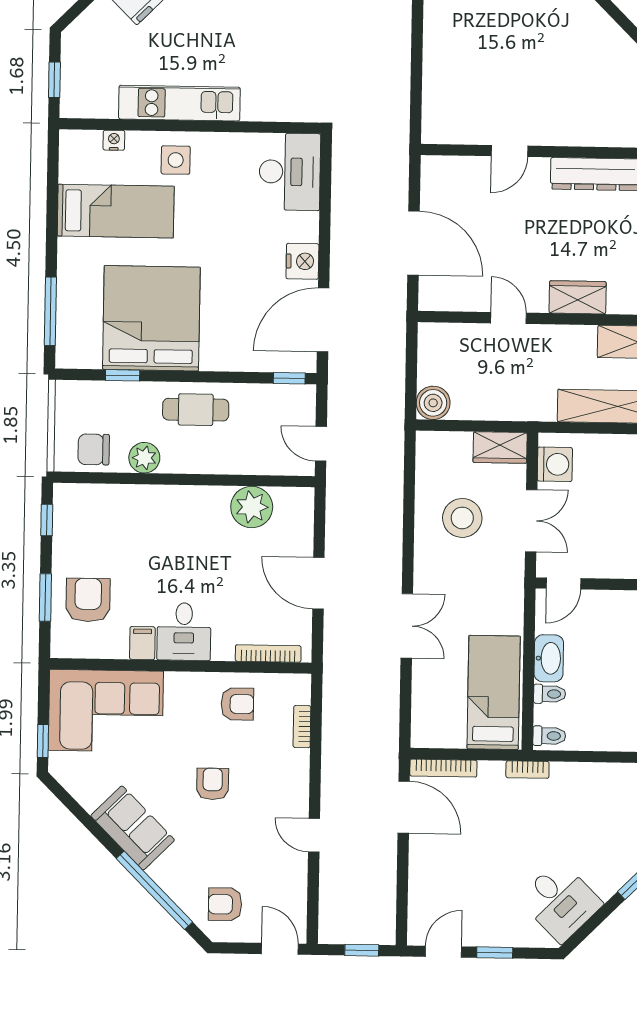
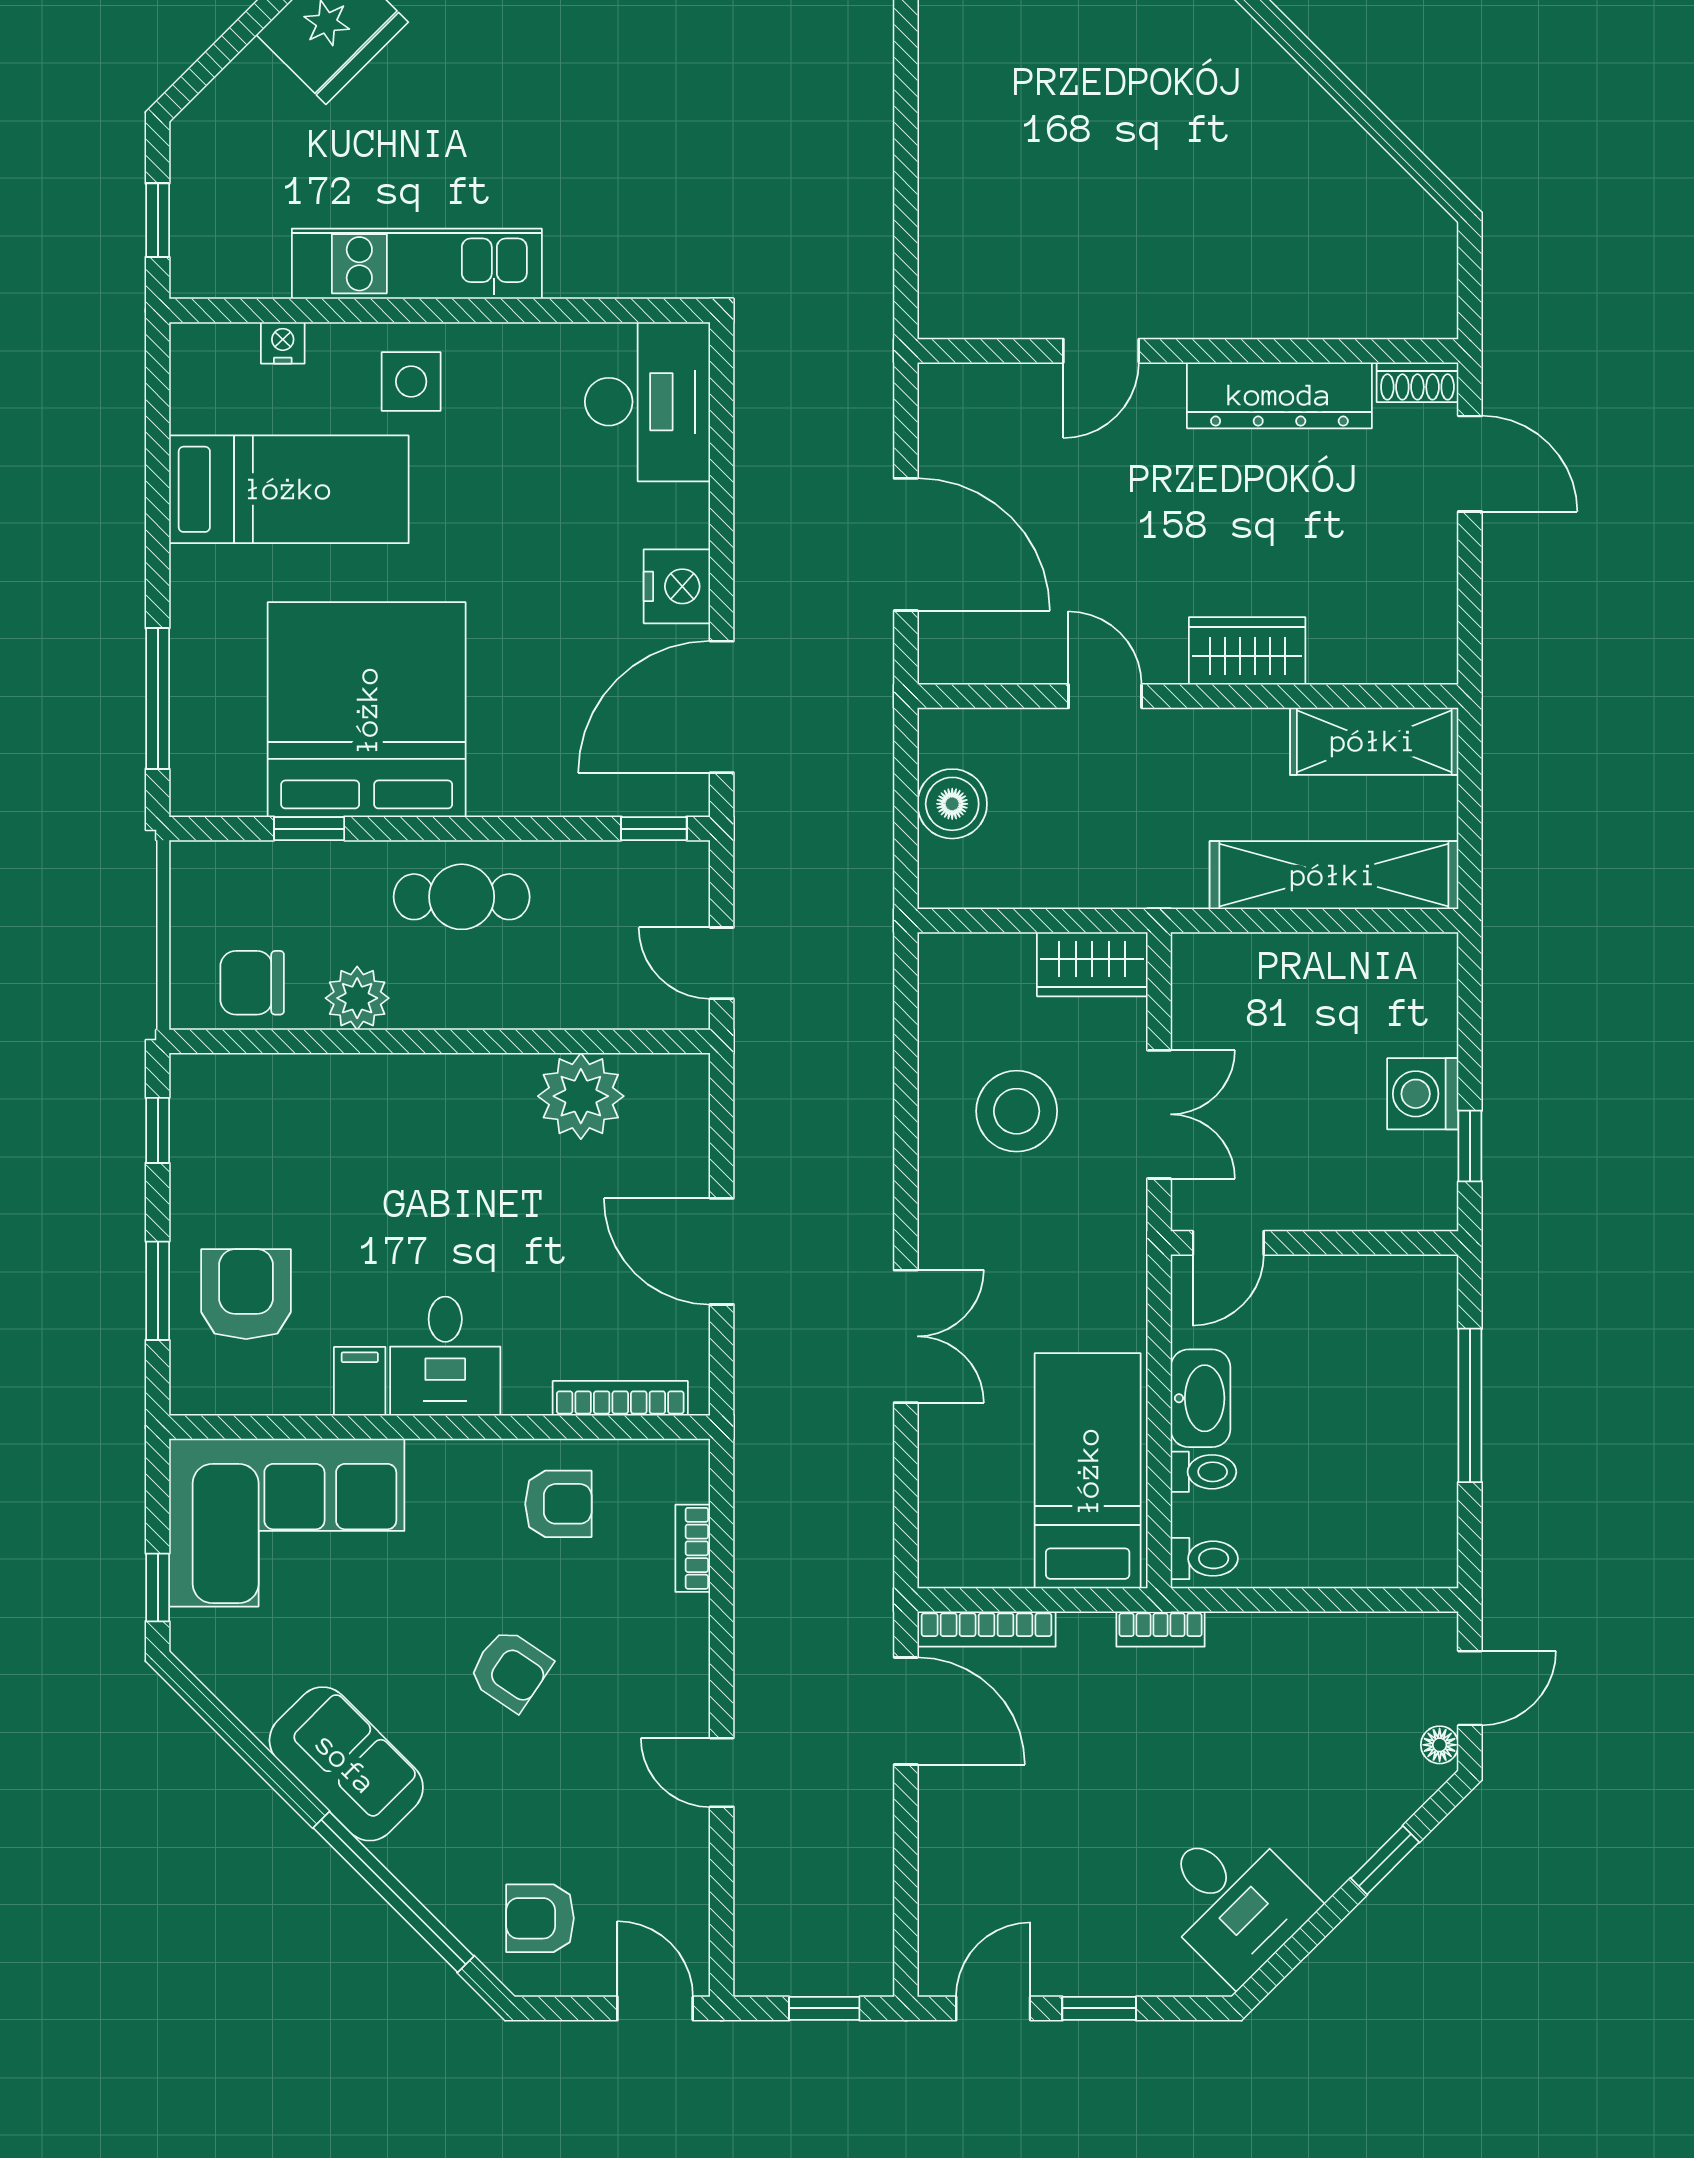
boiler: (433, 403) -> (952, 804), moved
washing machine: (555, 464) -> (1206, 997), removed
armchair: (213, 784) -> (510, 1670), turned 124

